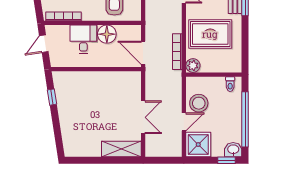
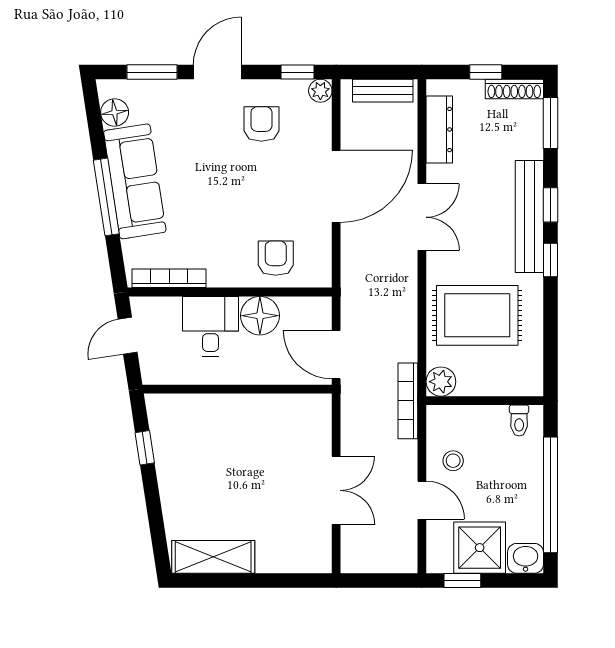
bookcase: (177, 52) -> (408, 401), moved
stool: (199, 103) -> (453, 461), width x0.53, depth x0.53
door: (184, 122) -> (422, 500), hinge flipped
shower: (198, 145) -> (480, 548), moved
shelving: (121, 149) -> (213, 557), moved
window: (227, 160) -> (462, 581), moved

